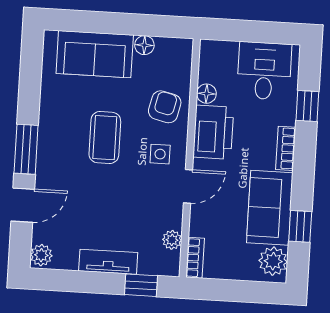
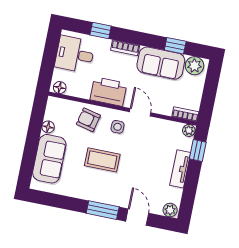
floor lamp: (206, 94) -> (60, 88), moved
plant: (172, 240) -> (189, 130), moved

